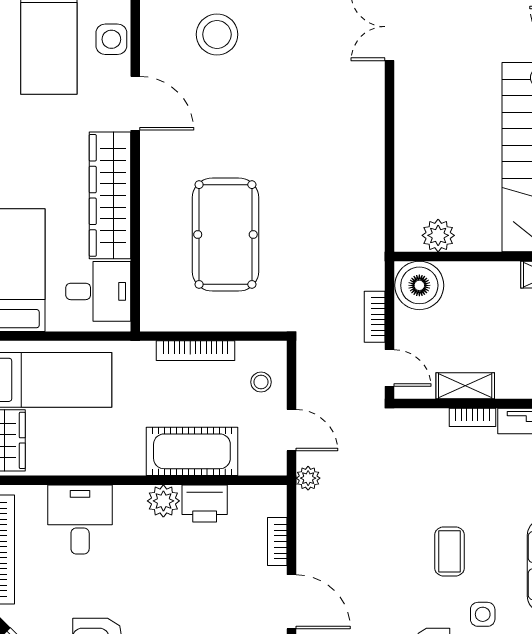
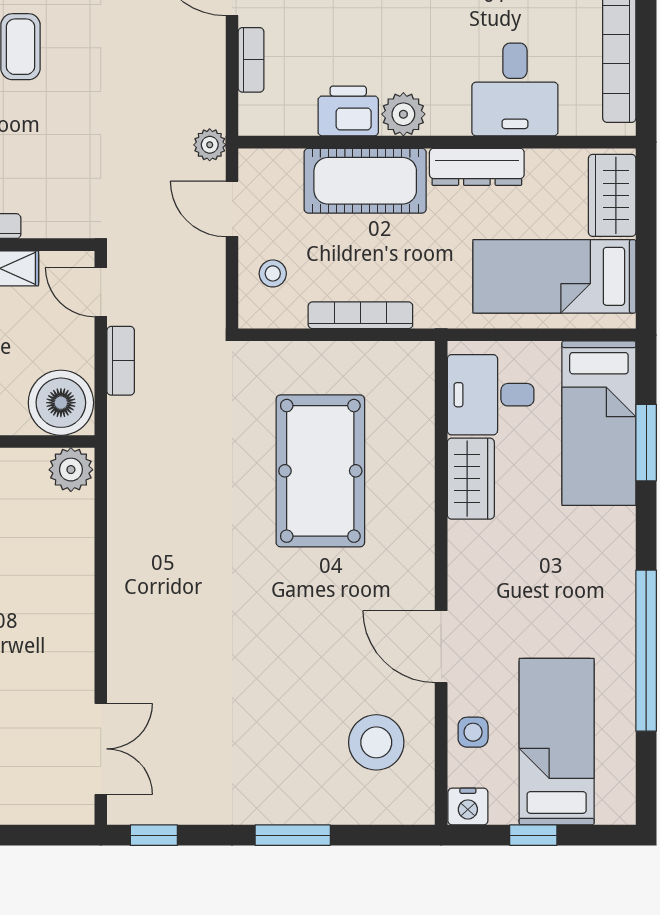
stool: (217, 34) -> (376, 742), moved
side table: (111, 39) -> (473, 732), width x0.73, depth x0.73
wardrobe: (110, 195) -> (471, 479), width x0.48, depth x0.85
plant: (438, 235) -> (71, 470), moved
dresser: (109, 462) -> (477, 167), added

